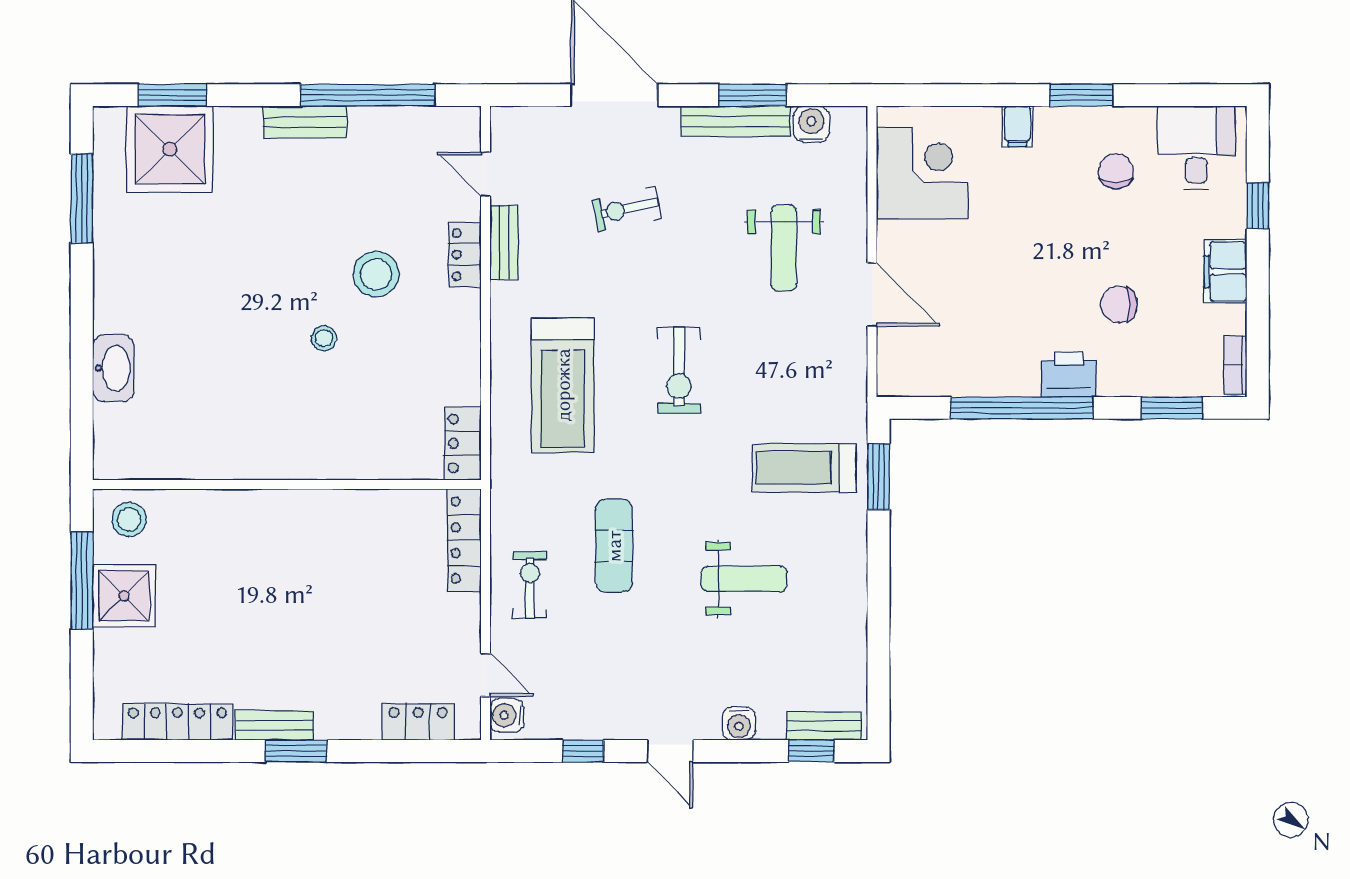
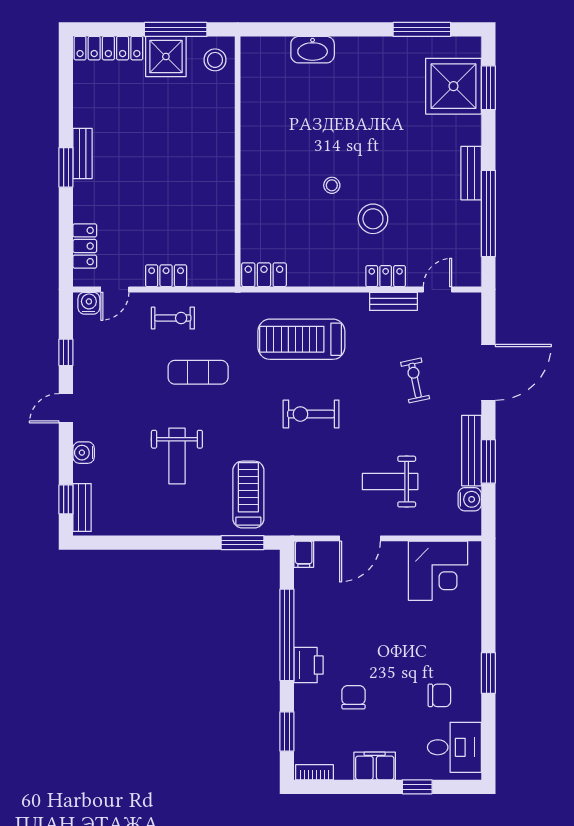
filing cabinet: (1017, 126) -> (304, 554), moved, turned -90
locker: (464, 540) -> (166, 276), moved, width x0.66
locker: (177, 722) -> (108, 48), moved, turned 90

